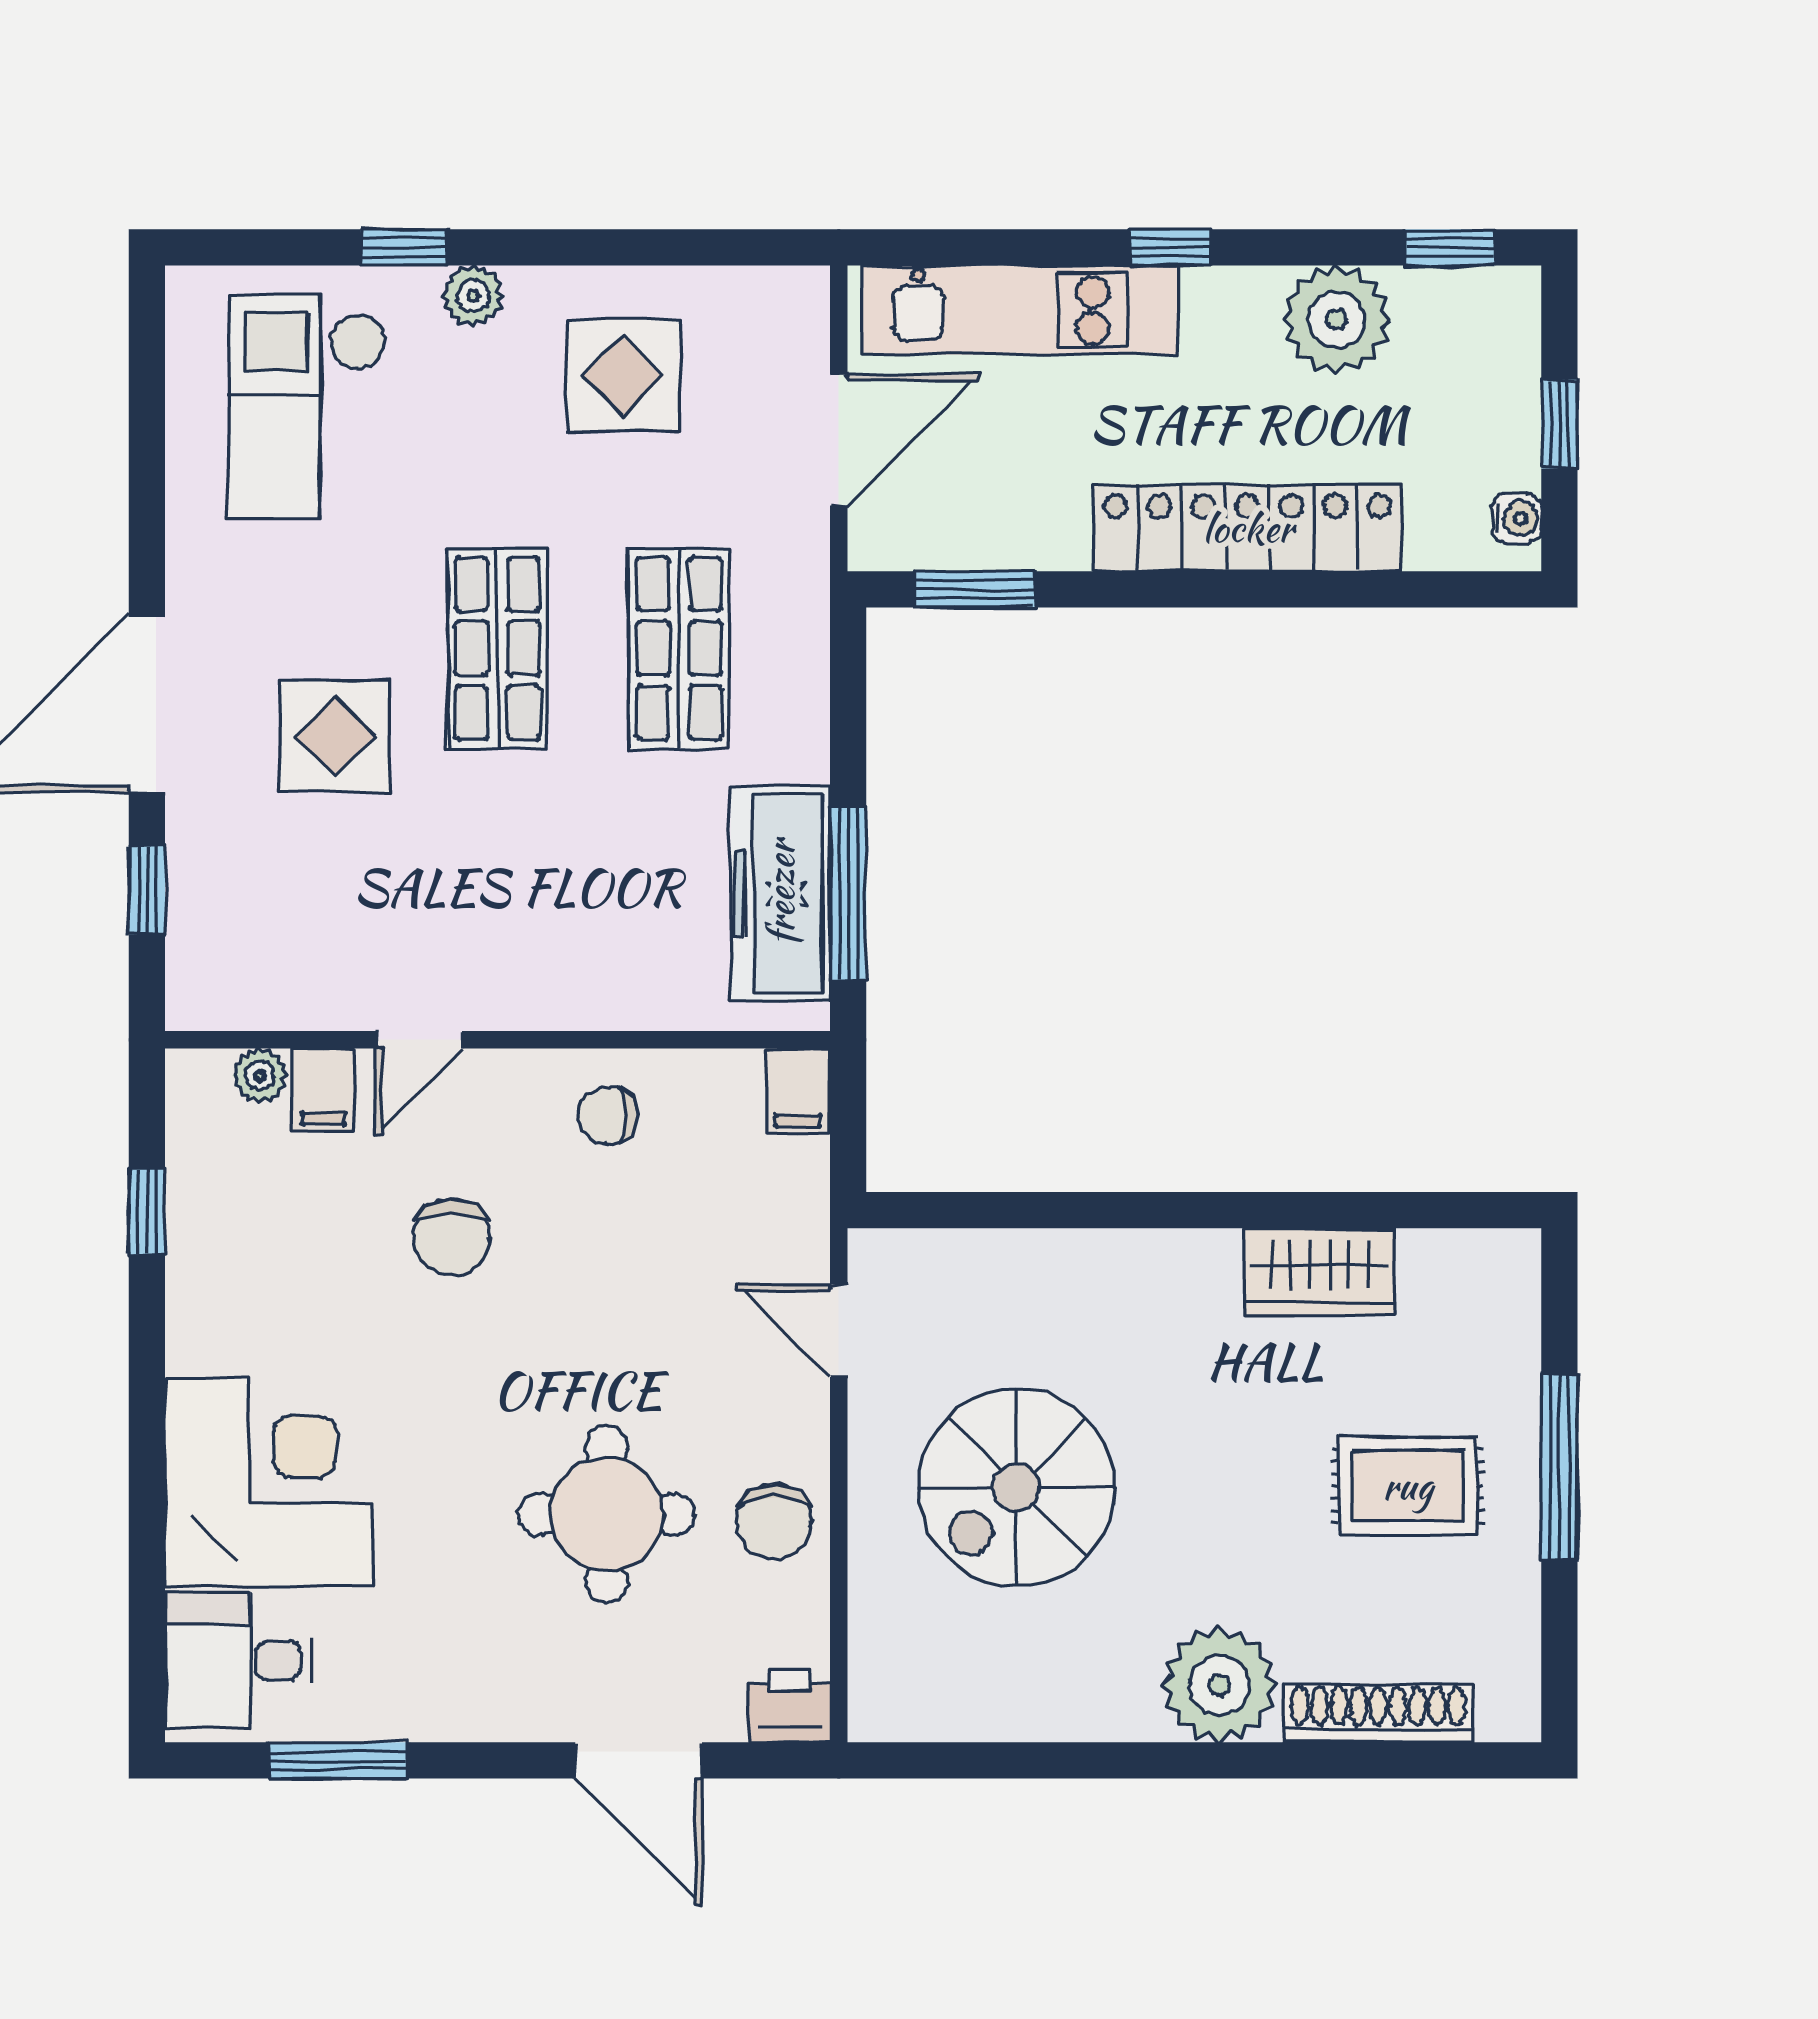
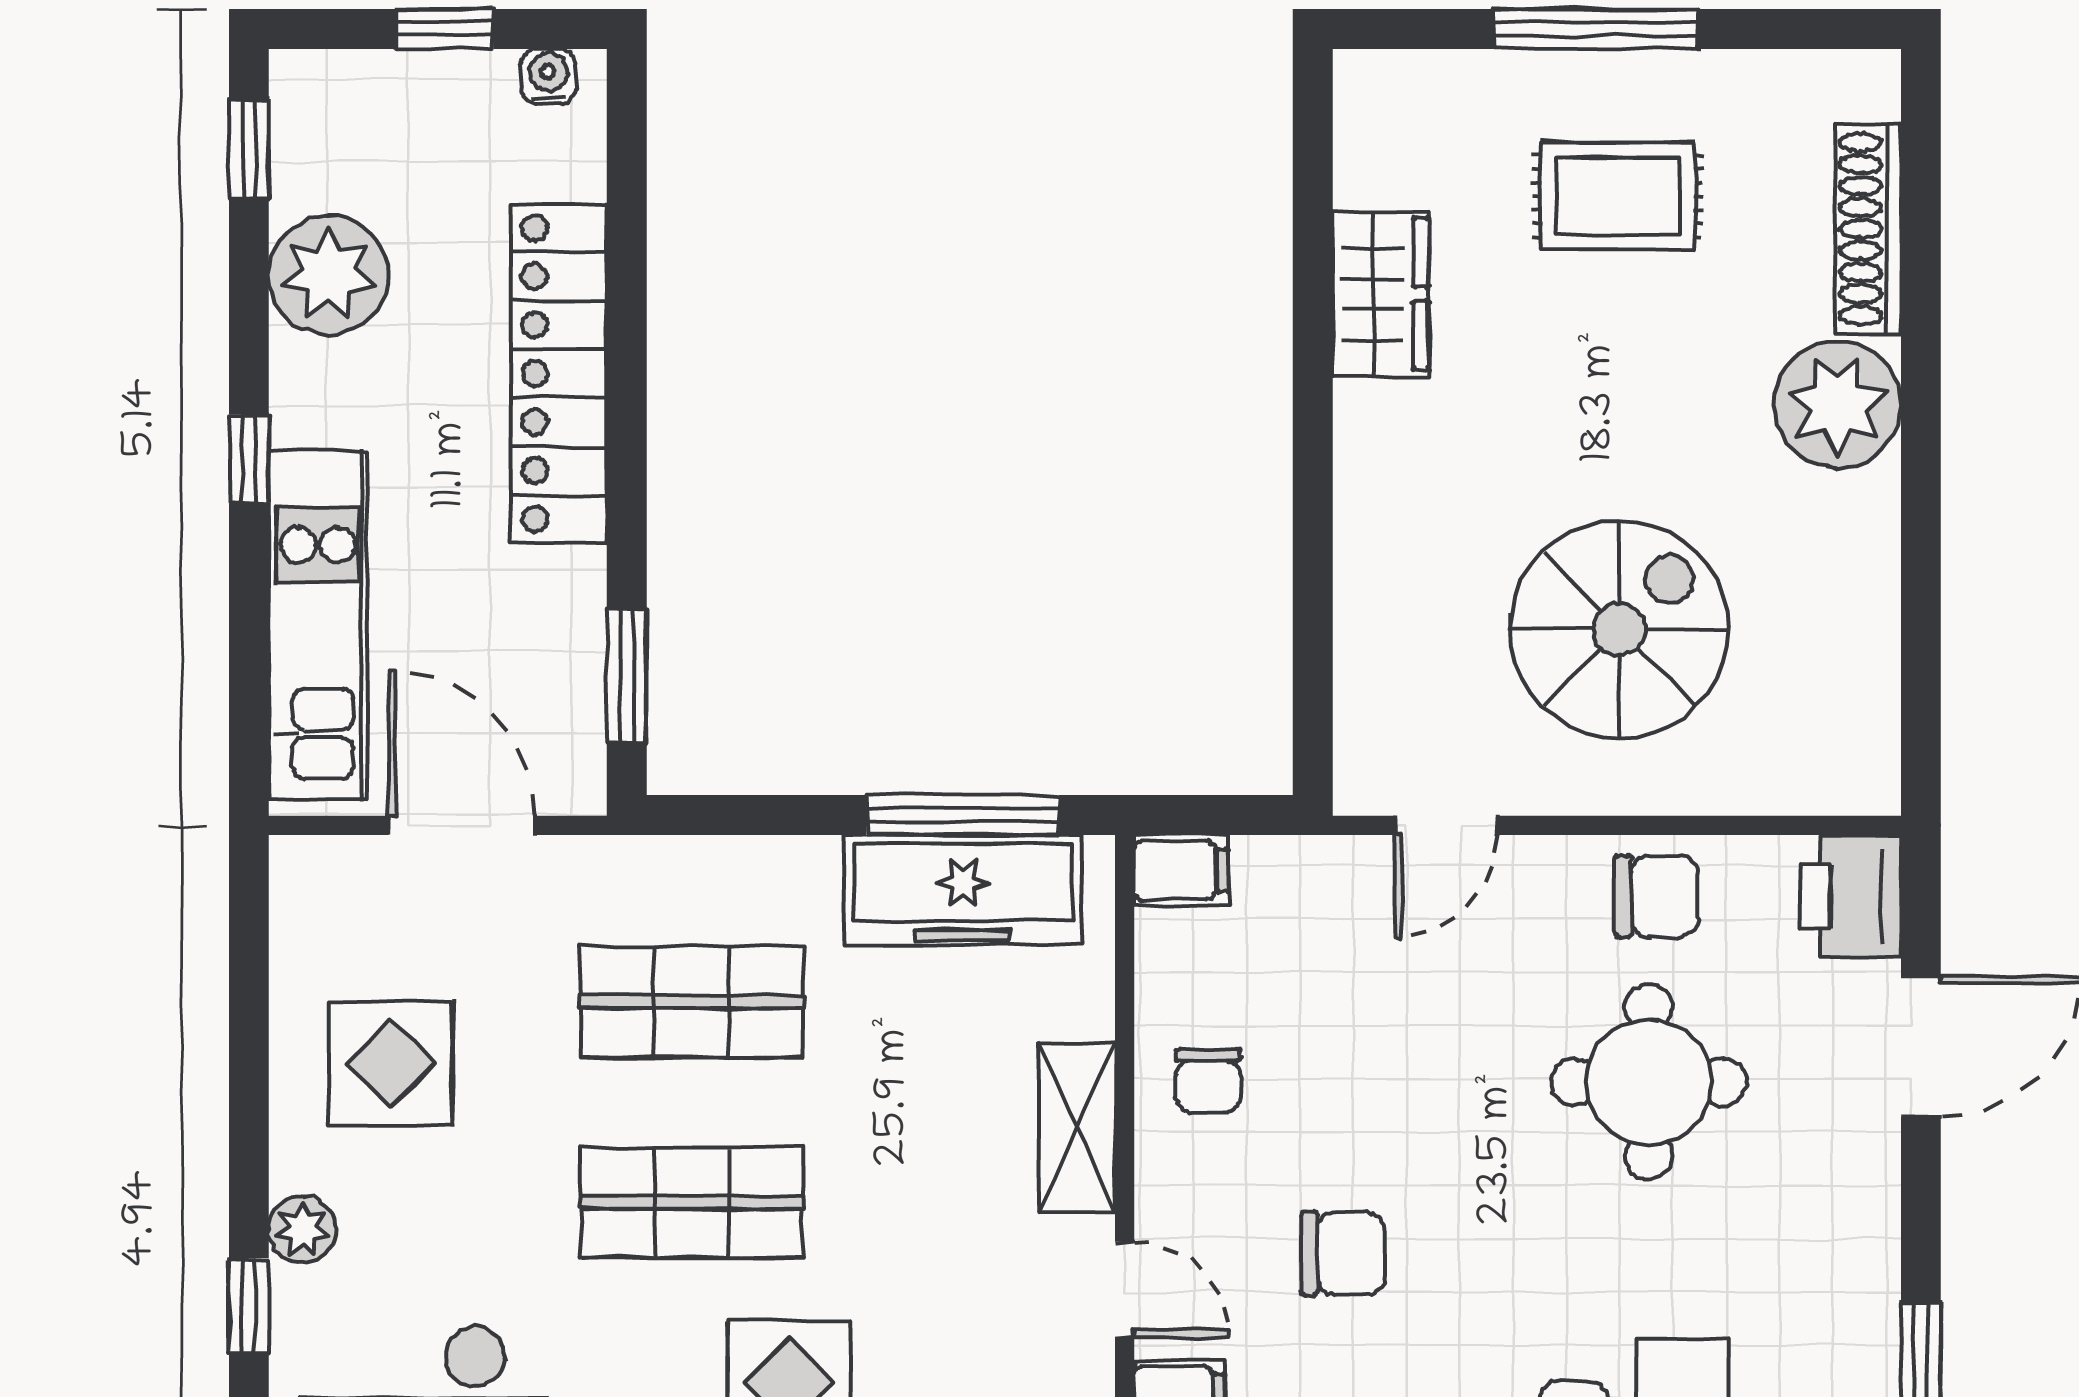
shelving: (565, 997) -> (1077, 1128), added
rug: (1408, 1486) -> (1618, 196), turned 90
spiral stairs: (1016, 1487) -> (1619, 629), turned -90
printer: (790, 1706) -> (1851, 896), width x1.36, depth x1.24

